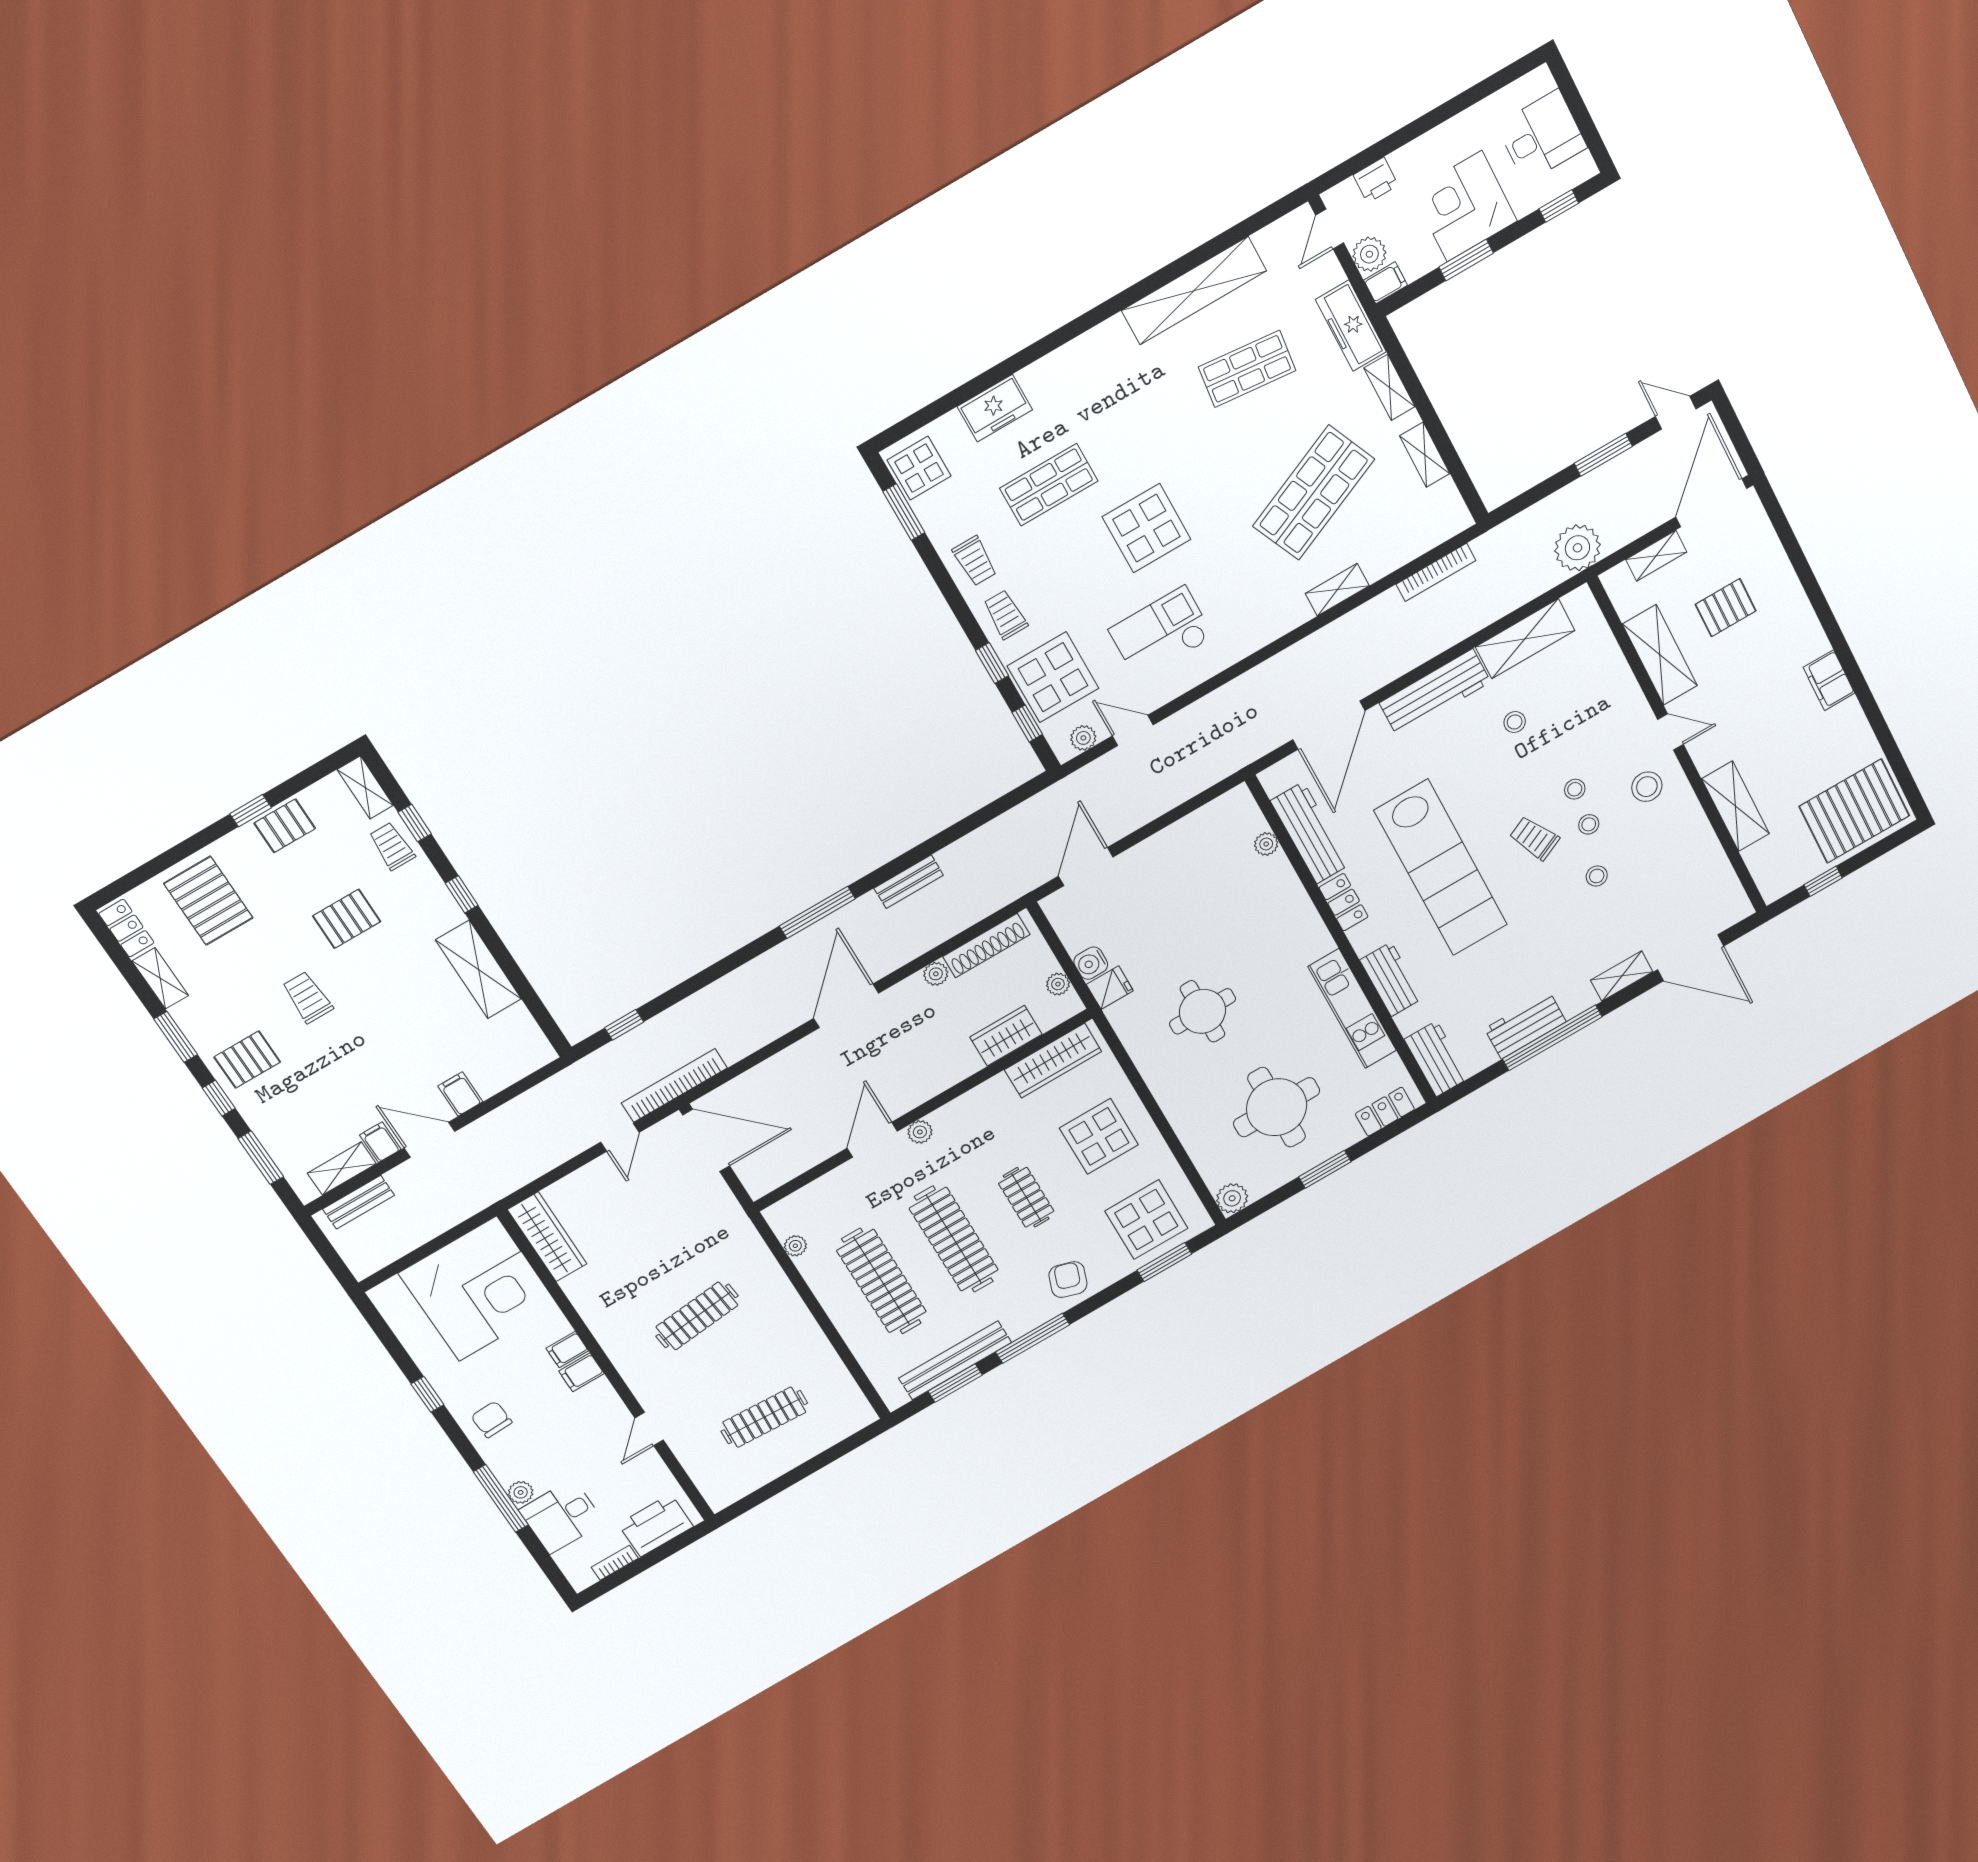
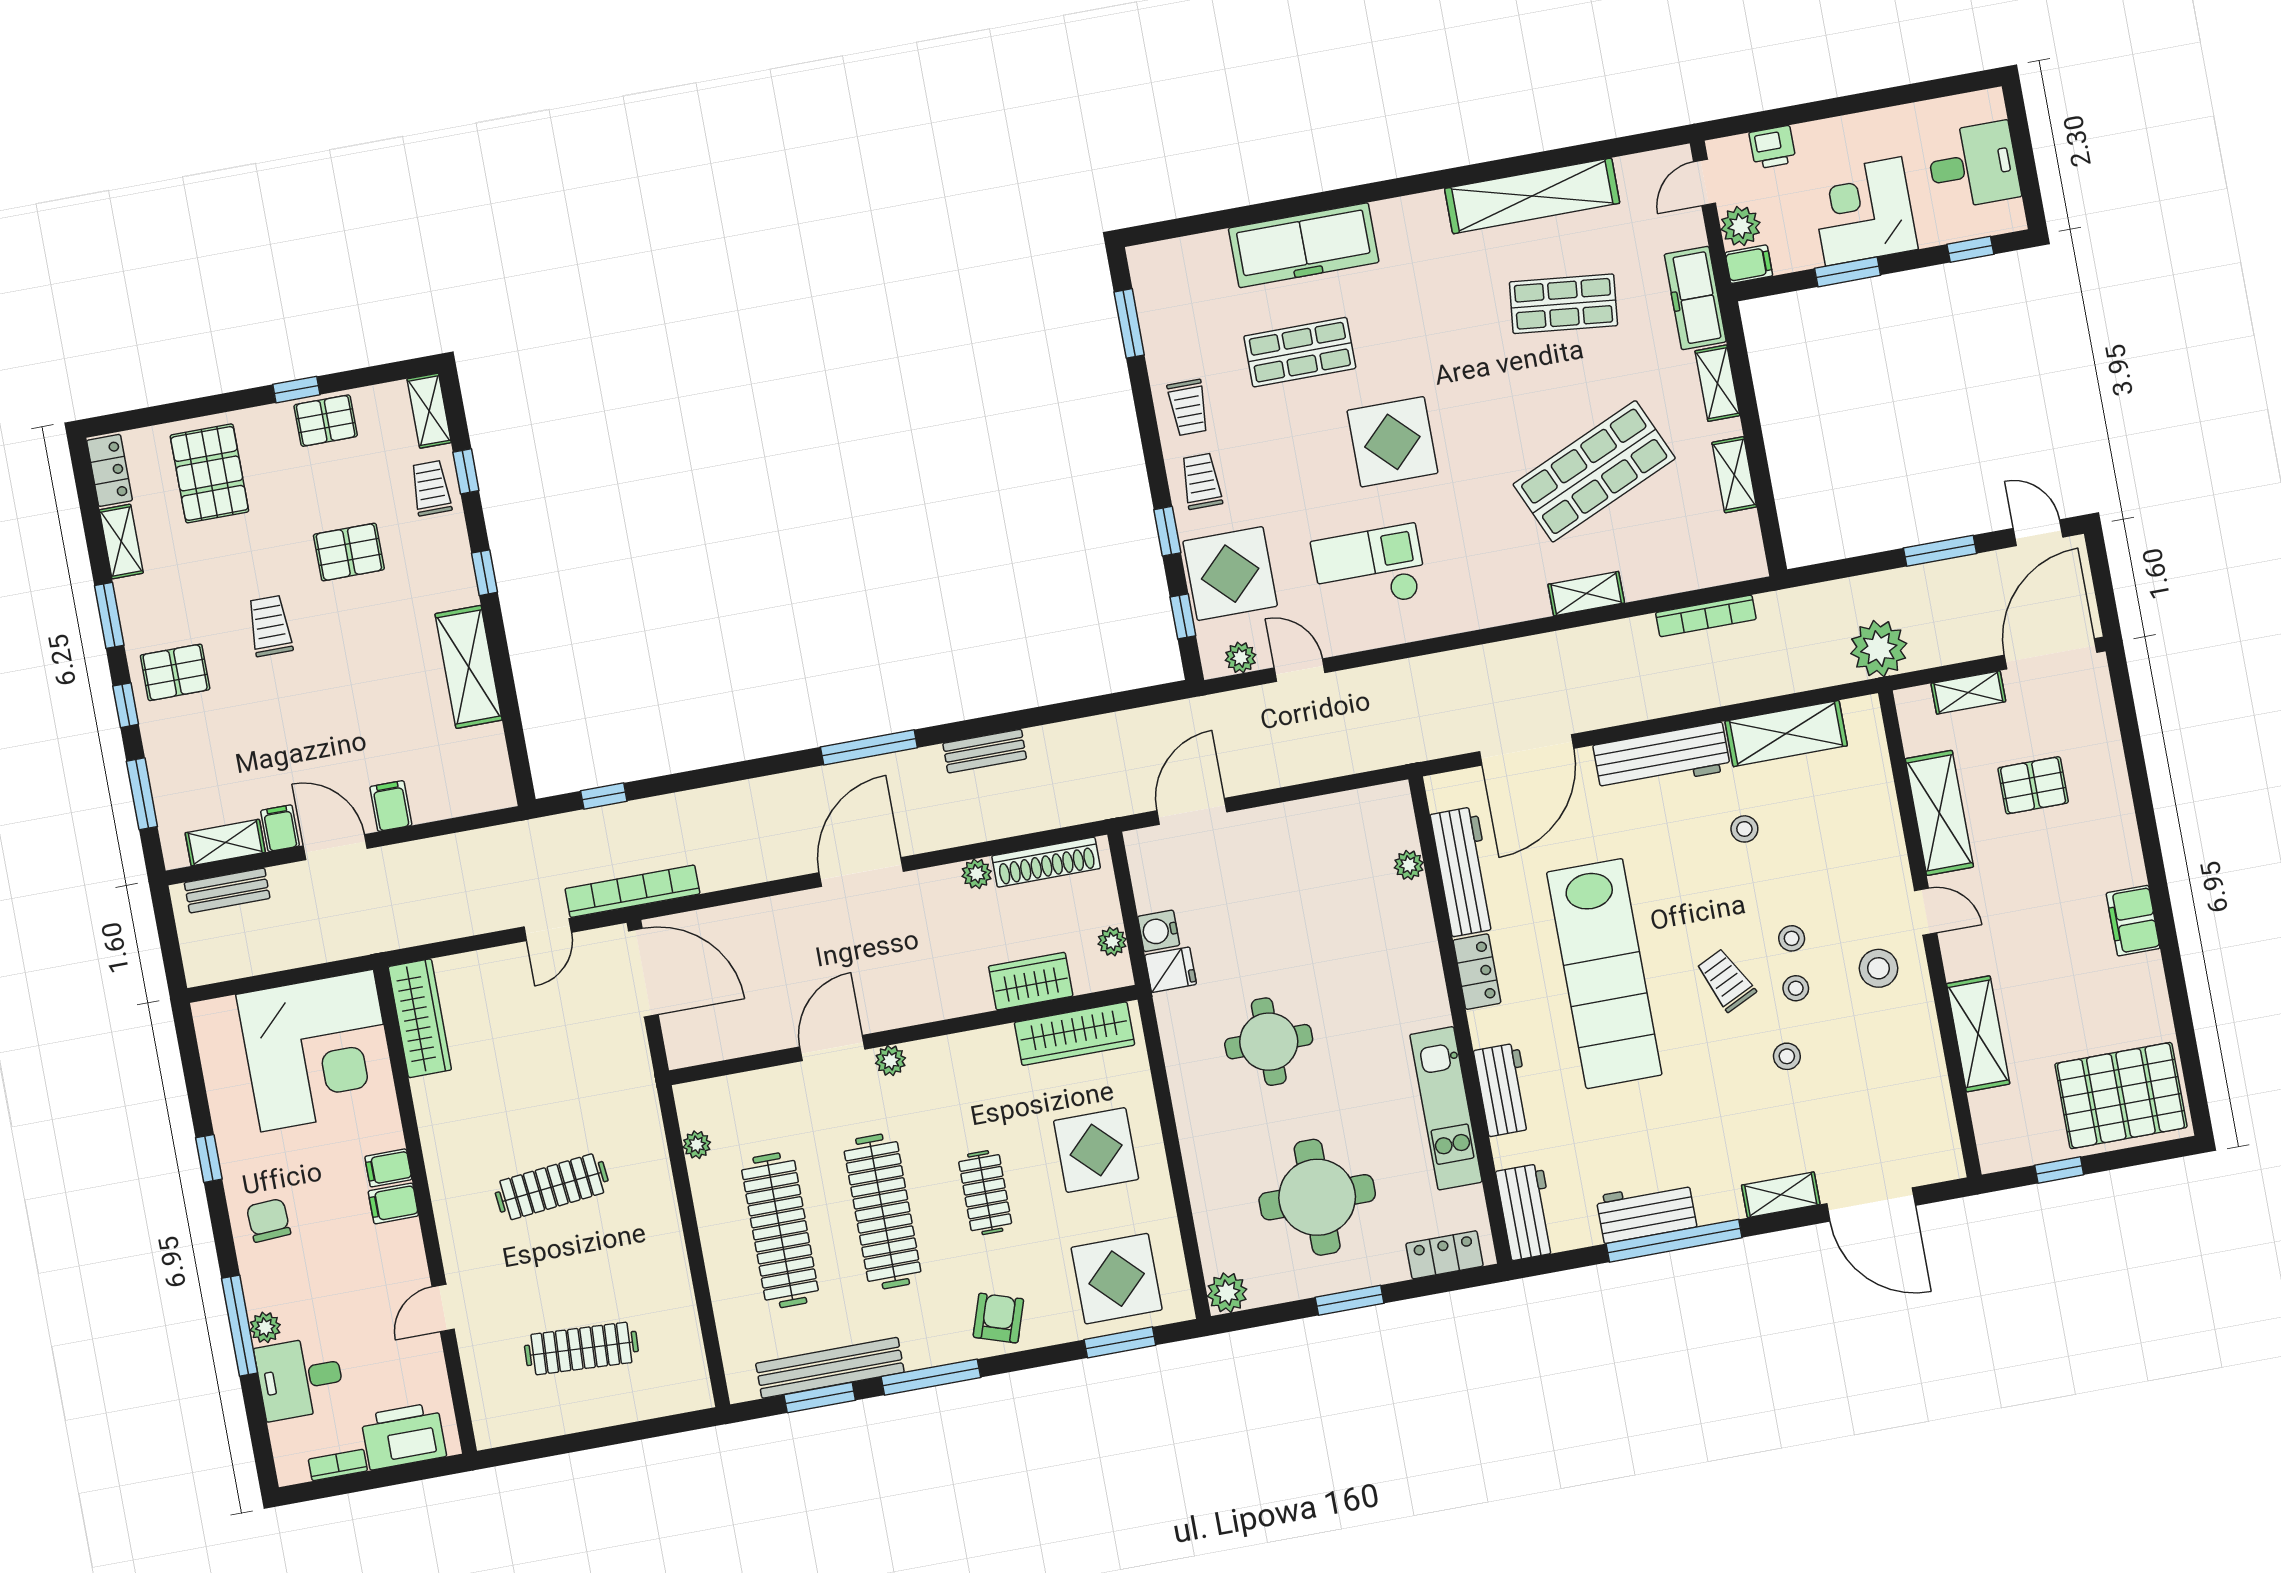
freezer: (995, 408) -> (1304, 245), width x1.91, depth x1.26
display table: (919, 468) -> (1163, 281), removed

